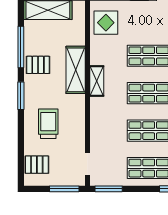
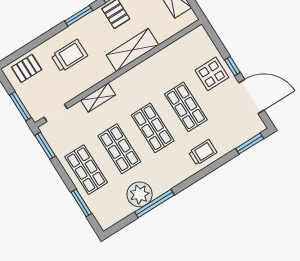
display table: (106, 23) -> (212, 74), moved
shelving: (97, 81) -> (98, 98), moved
pallet: (37, 165) -> (27, 68), turned 90

